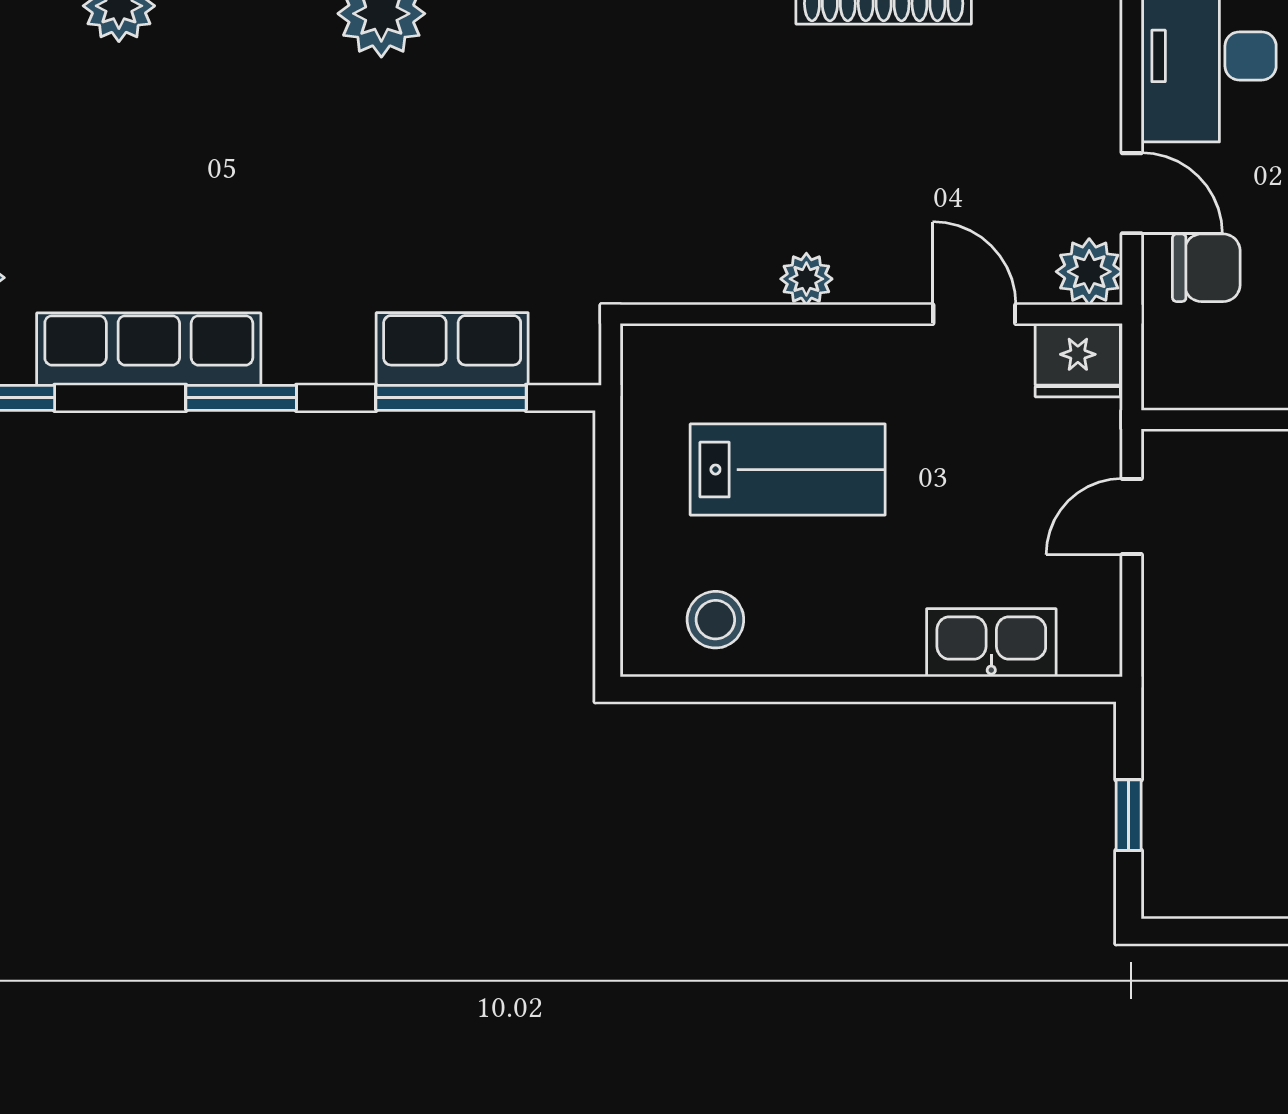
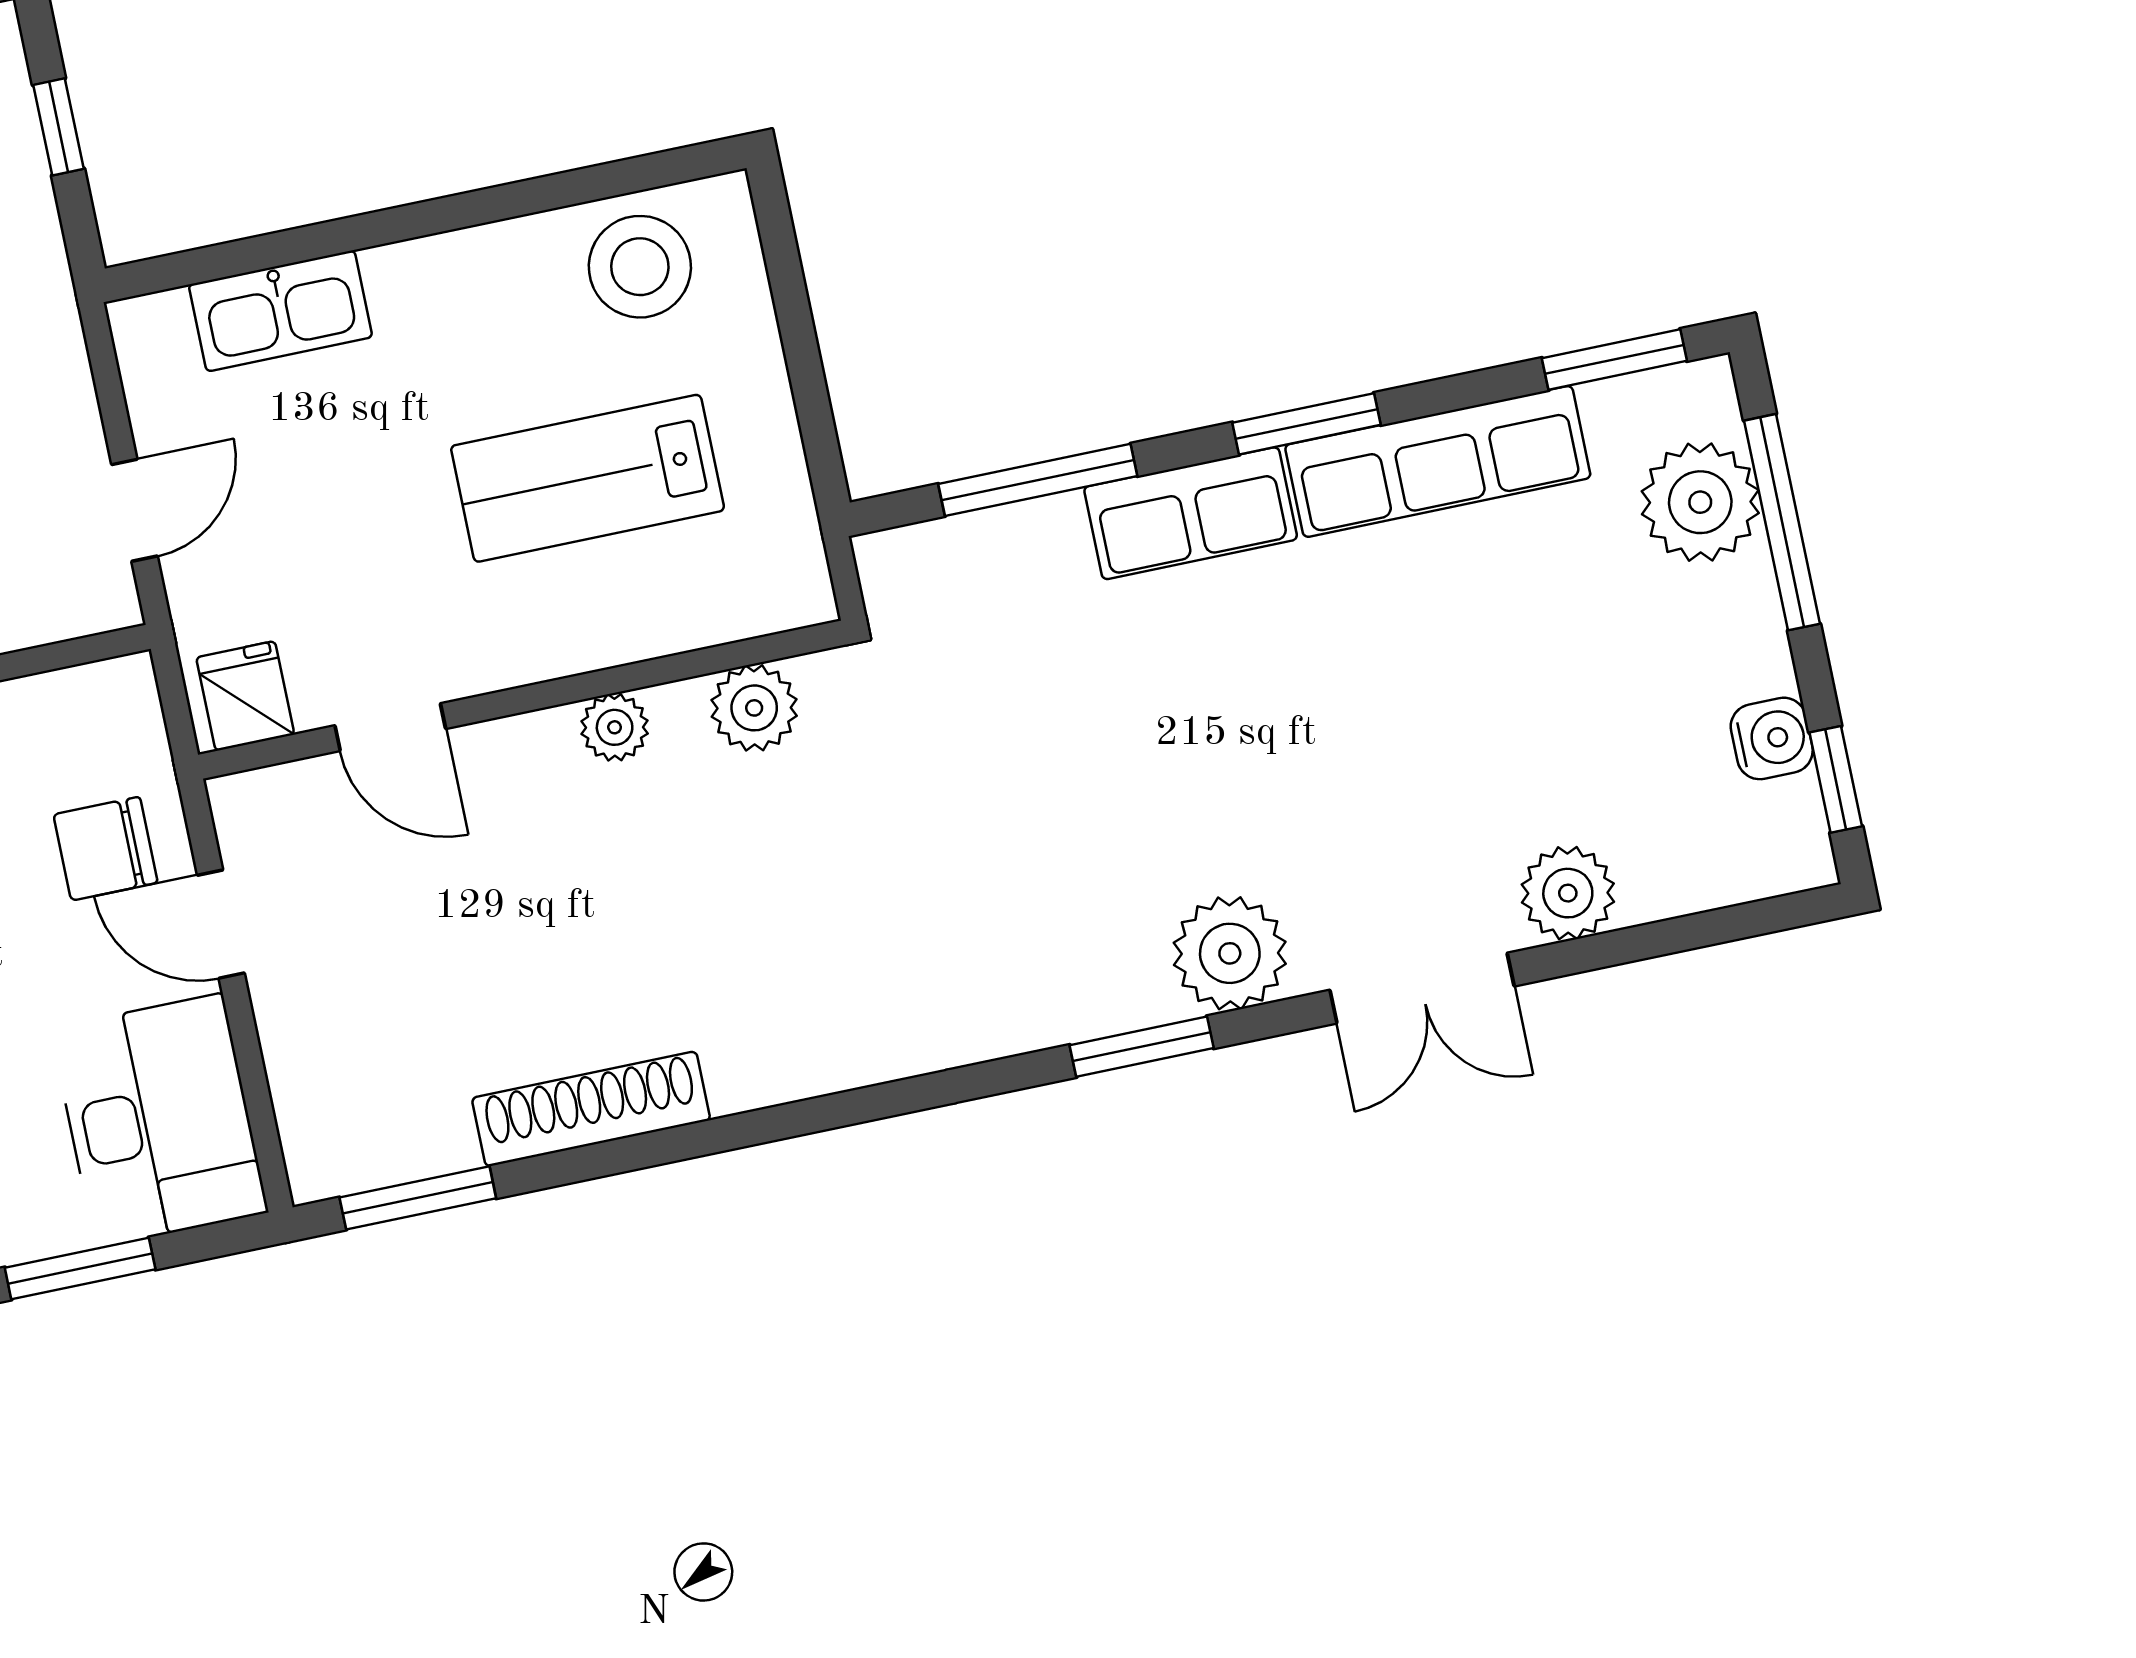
plant: (1089, 272) -> (754, 708), moved
row of seats: (452, 349) -> (1191, 513), moved
fridge: (1078, 360) -> (245, 696), width x0.72
stool: (715, 620) -> (640, 267), width x1.38, depth x1.38

